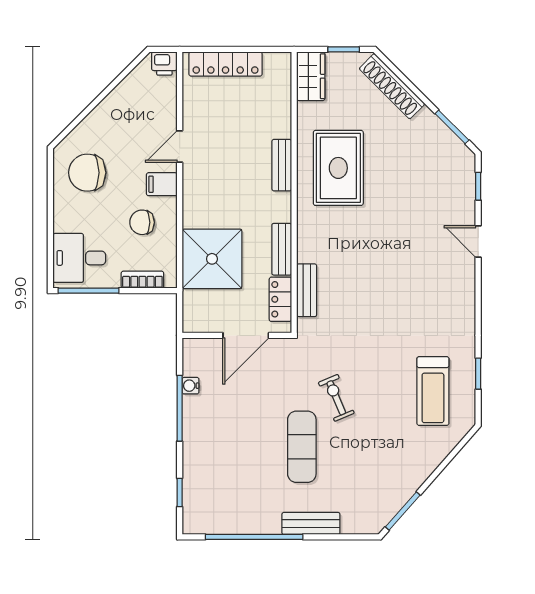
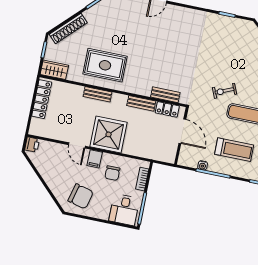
locker: (226, 64) -> (42, 99), moved
chair: (87, 173) -> (81, 196), turned -76
shower: (212, 259) -> (109, 134), moved
treadmill: (433, 391) -> (234, 150), moved

